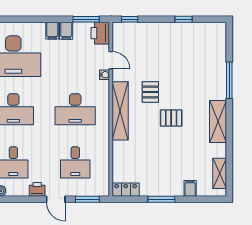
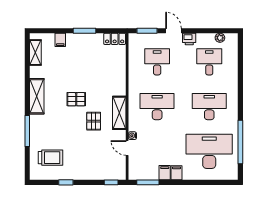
printer: (100, 33) -> (136, 171), removed
trolley: (202, 49) -> (50, 158), added
shelving: (120, 111) -> (119, 113), width x0.68

